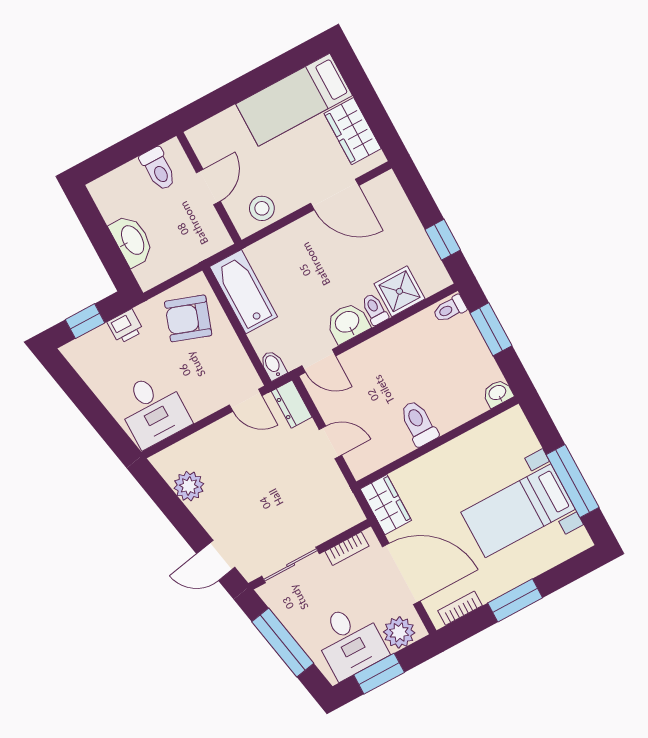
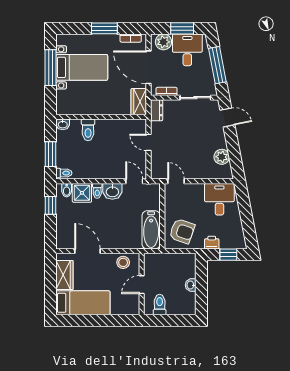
washbasin: (132, 240) -> (191, 285), width x0.52, depth x0.69
bidet: (273, 365) -> (67, 190), moved
dresser: (292, 404) -> (157, 110), moved
toilet: (418, 423) -> (88, 130), moved

